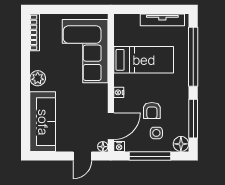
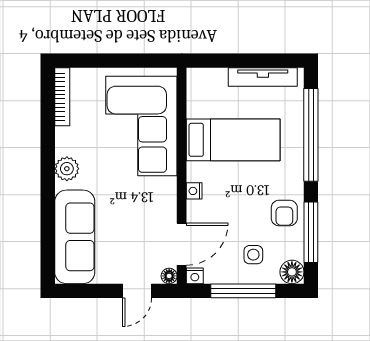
armchair: (152, 110) -> (284, 213), moved

